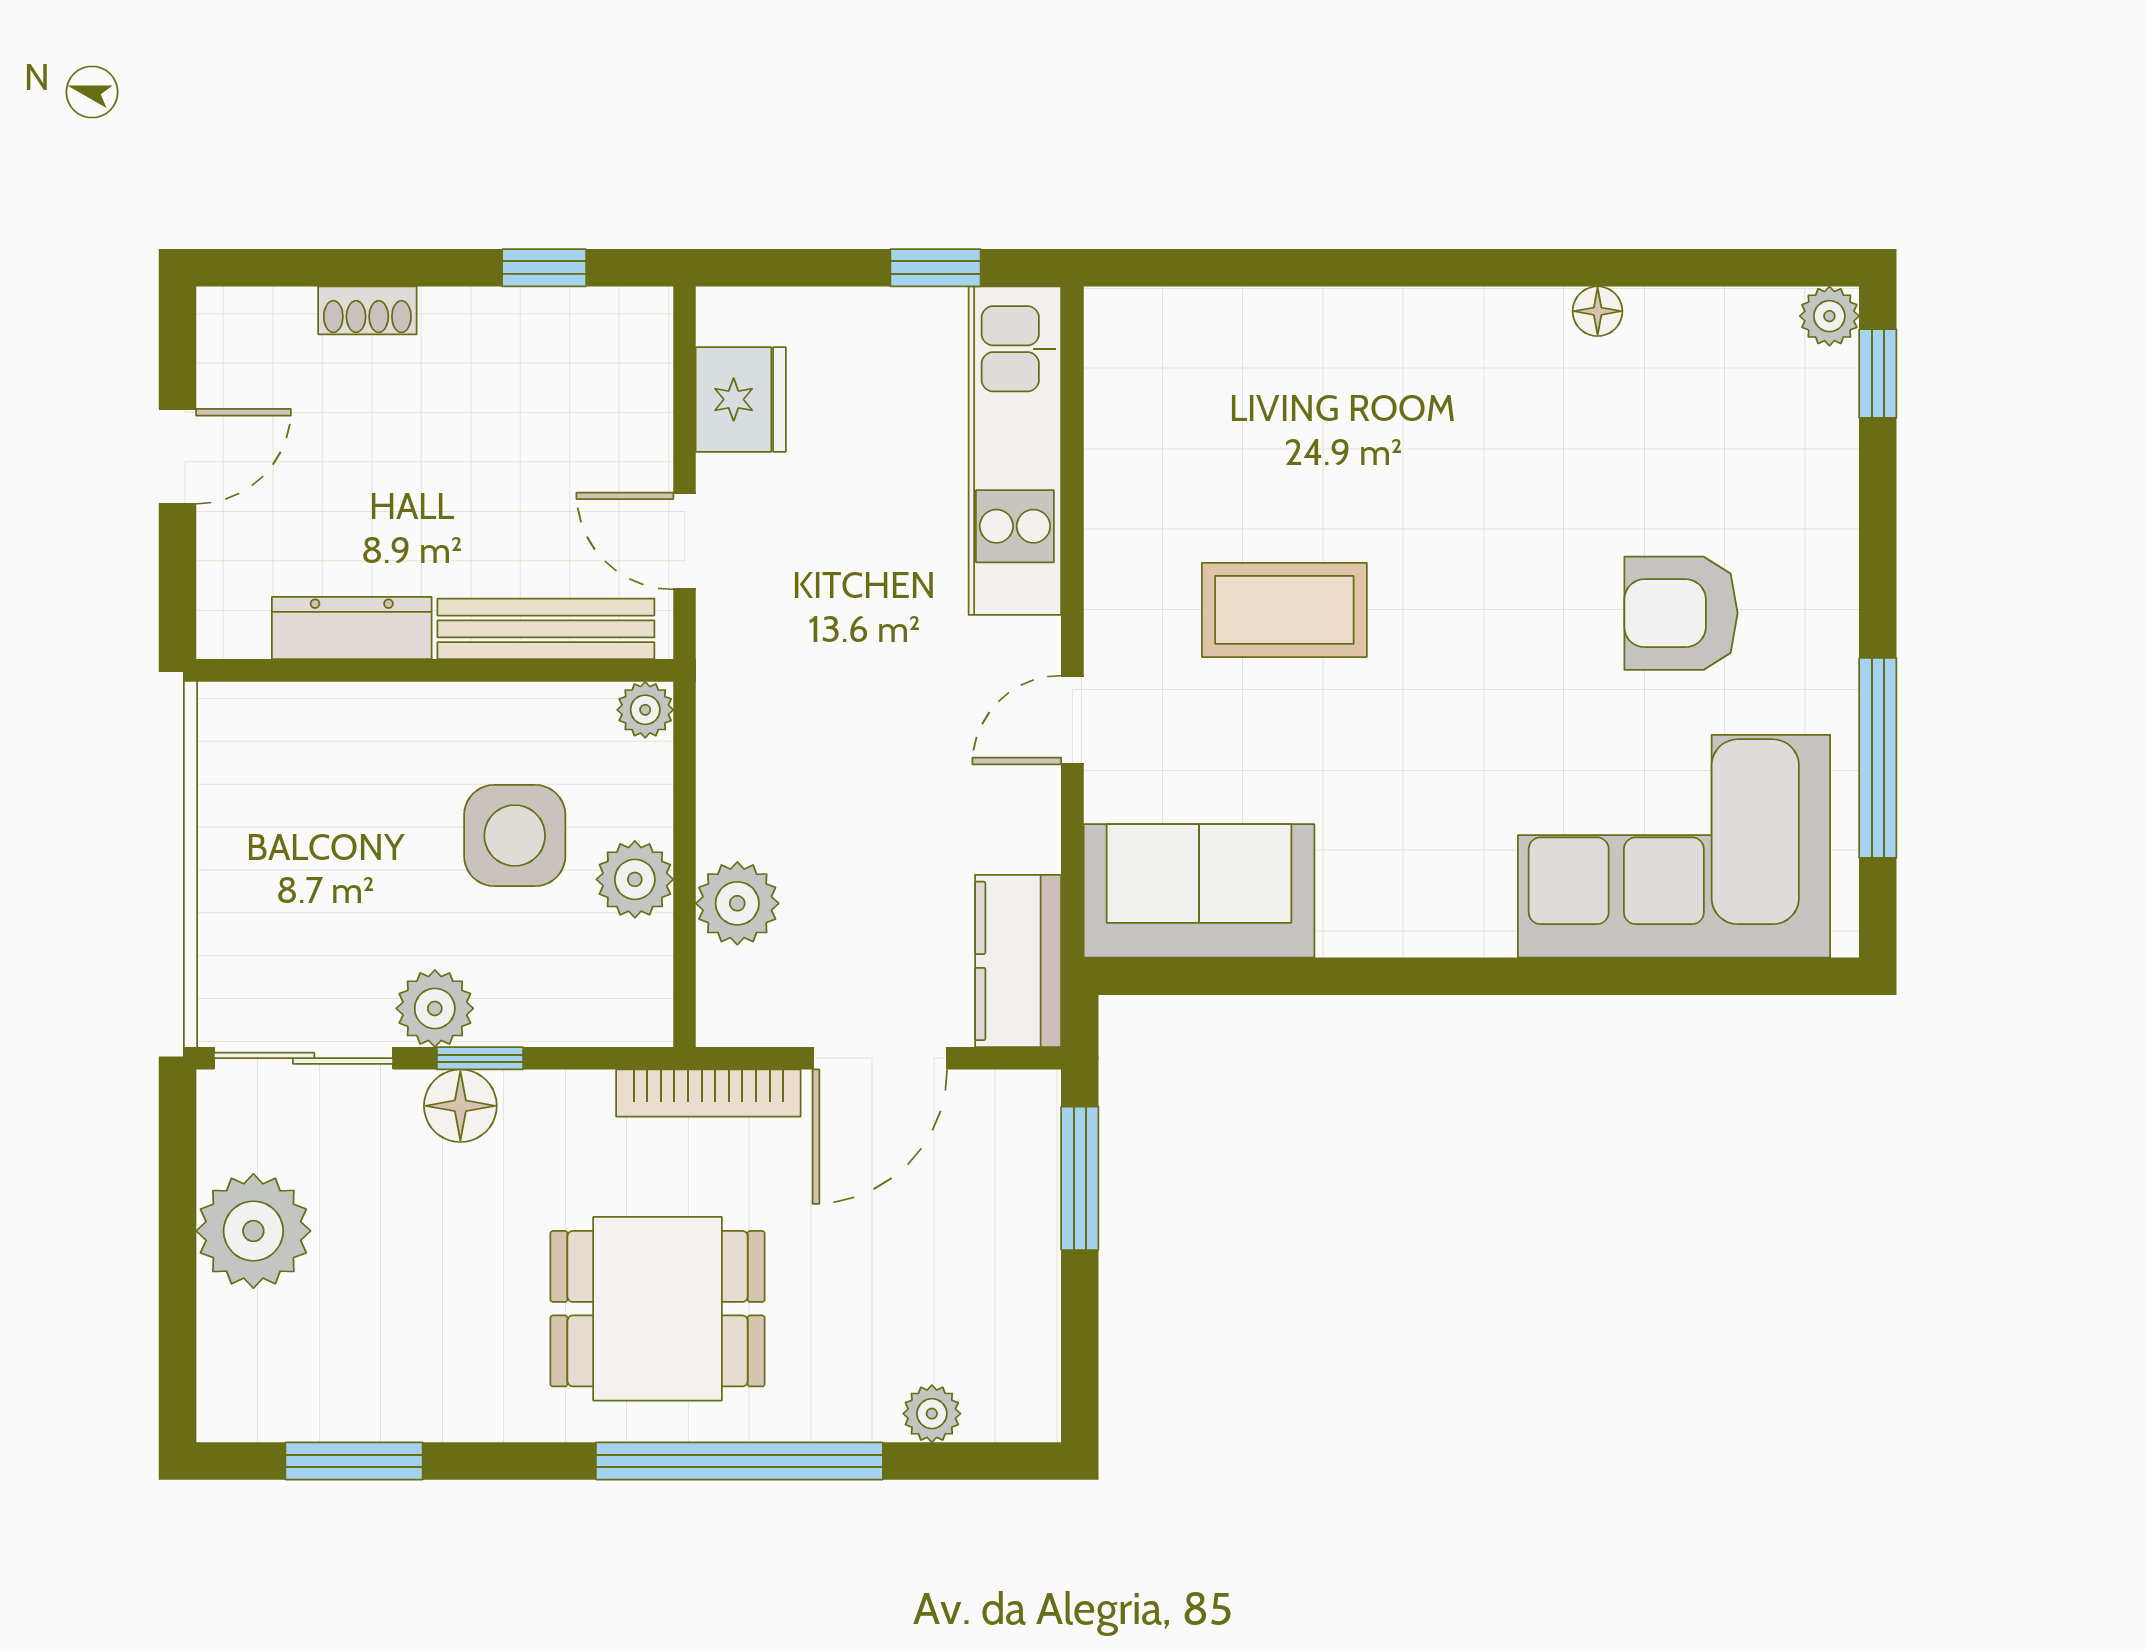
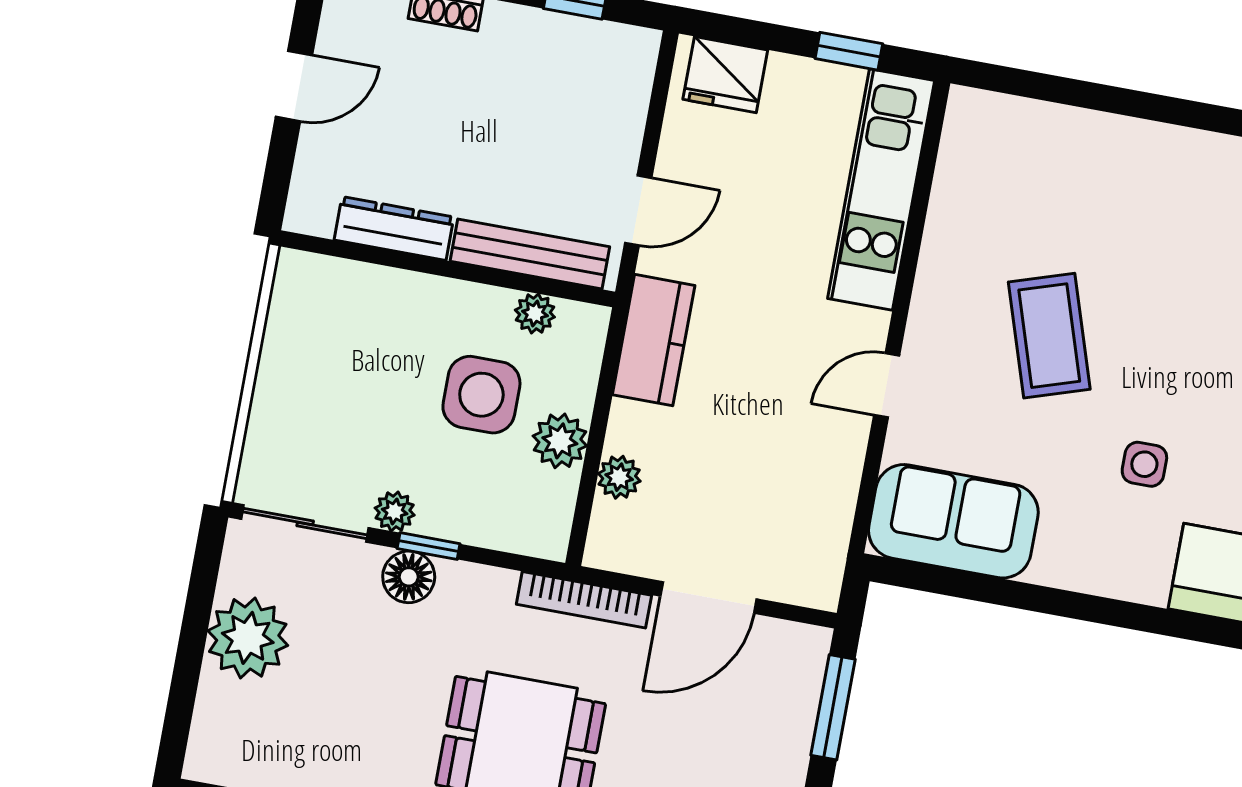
fridge: (741, 399) -> (725, 75), moved, turned 90
door: (685, 541) -> (638, 210), swing flipped
coffee table: (1284, 610) -> (1049, 336), turned 72
plant: (645, 710) -> (535, 313), moved
side table: (1449, 764) -> (1144, 464), added
plant: (737, 903) -> (619, 477), width x0.73, depth x0.73
kitchen counter: (1018, 961) -> (654, 340), moved, turned 180
plant: (435, 1008) -> (395, 511), width x0.73, depth x0.73

